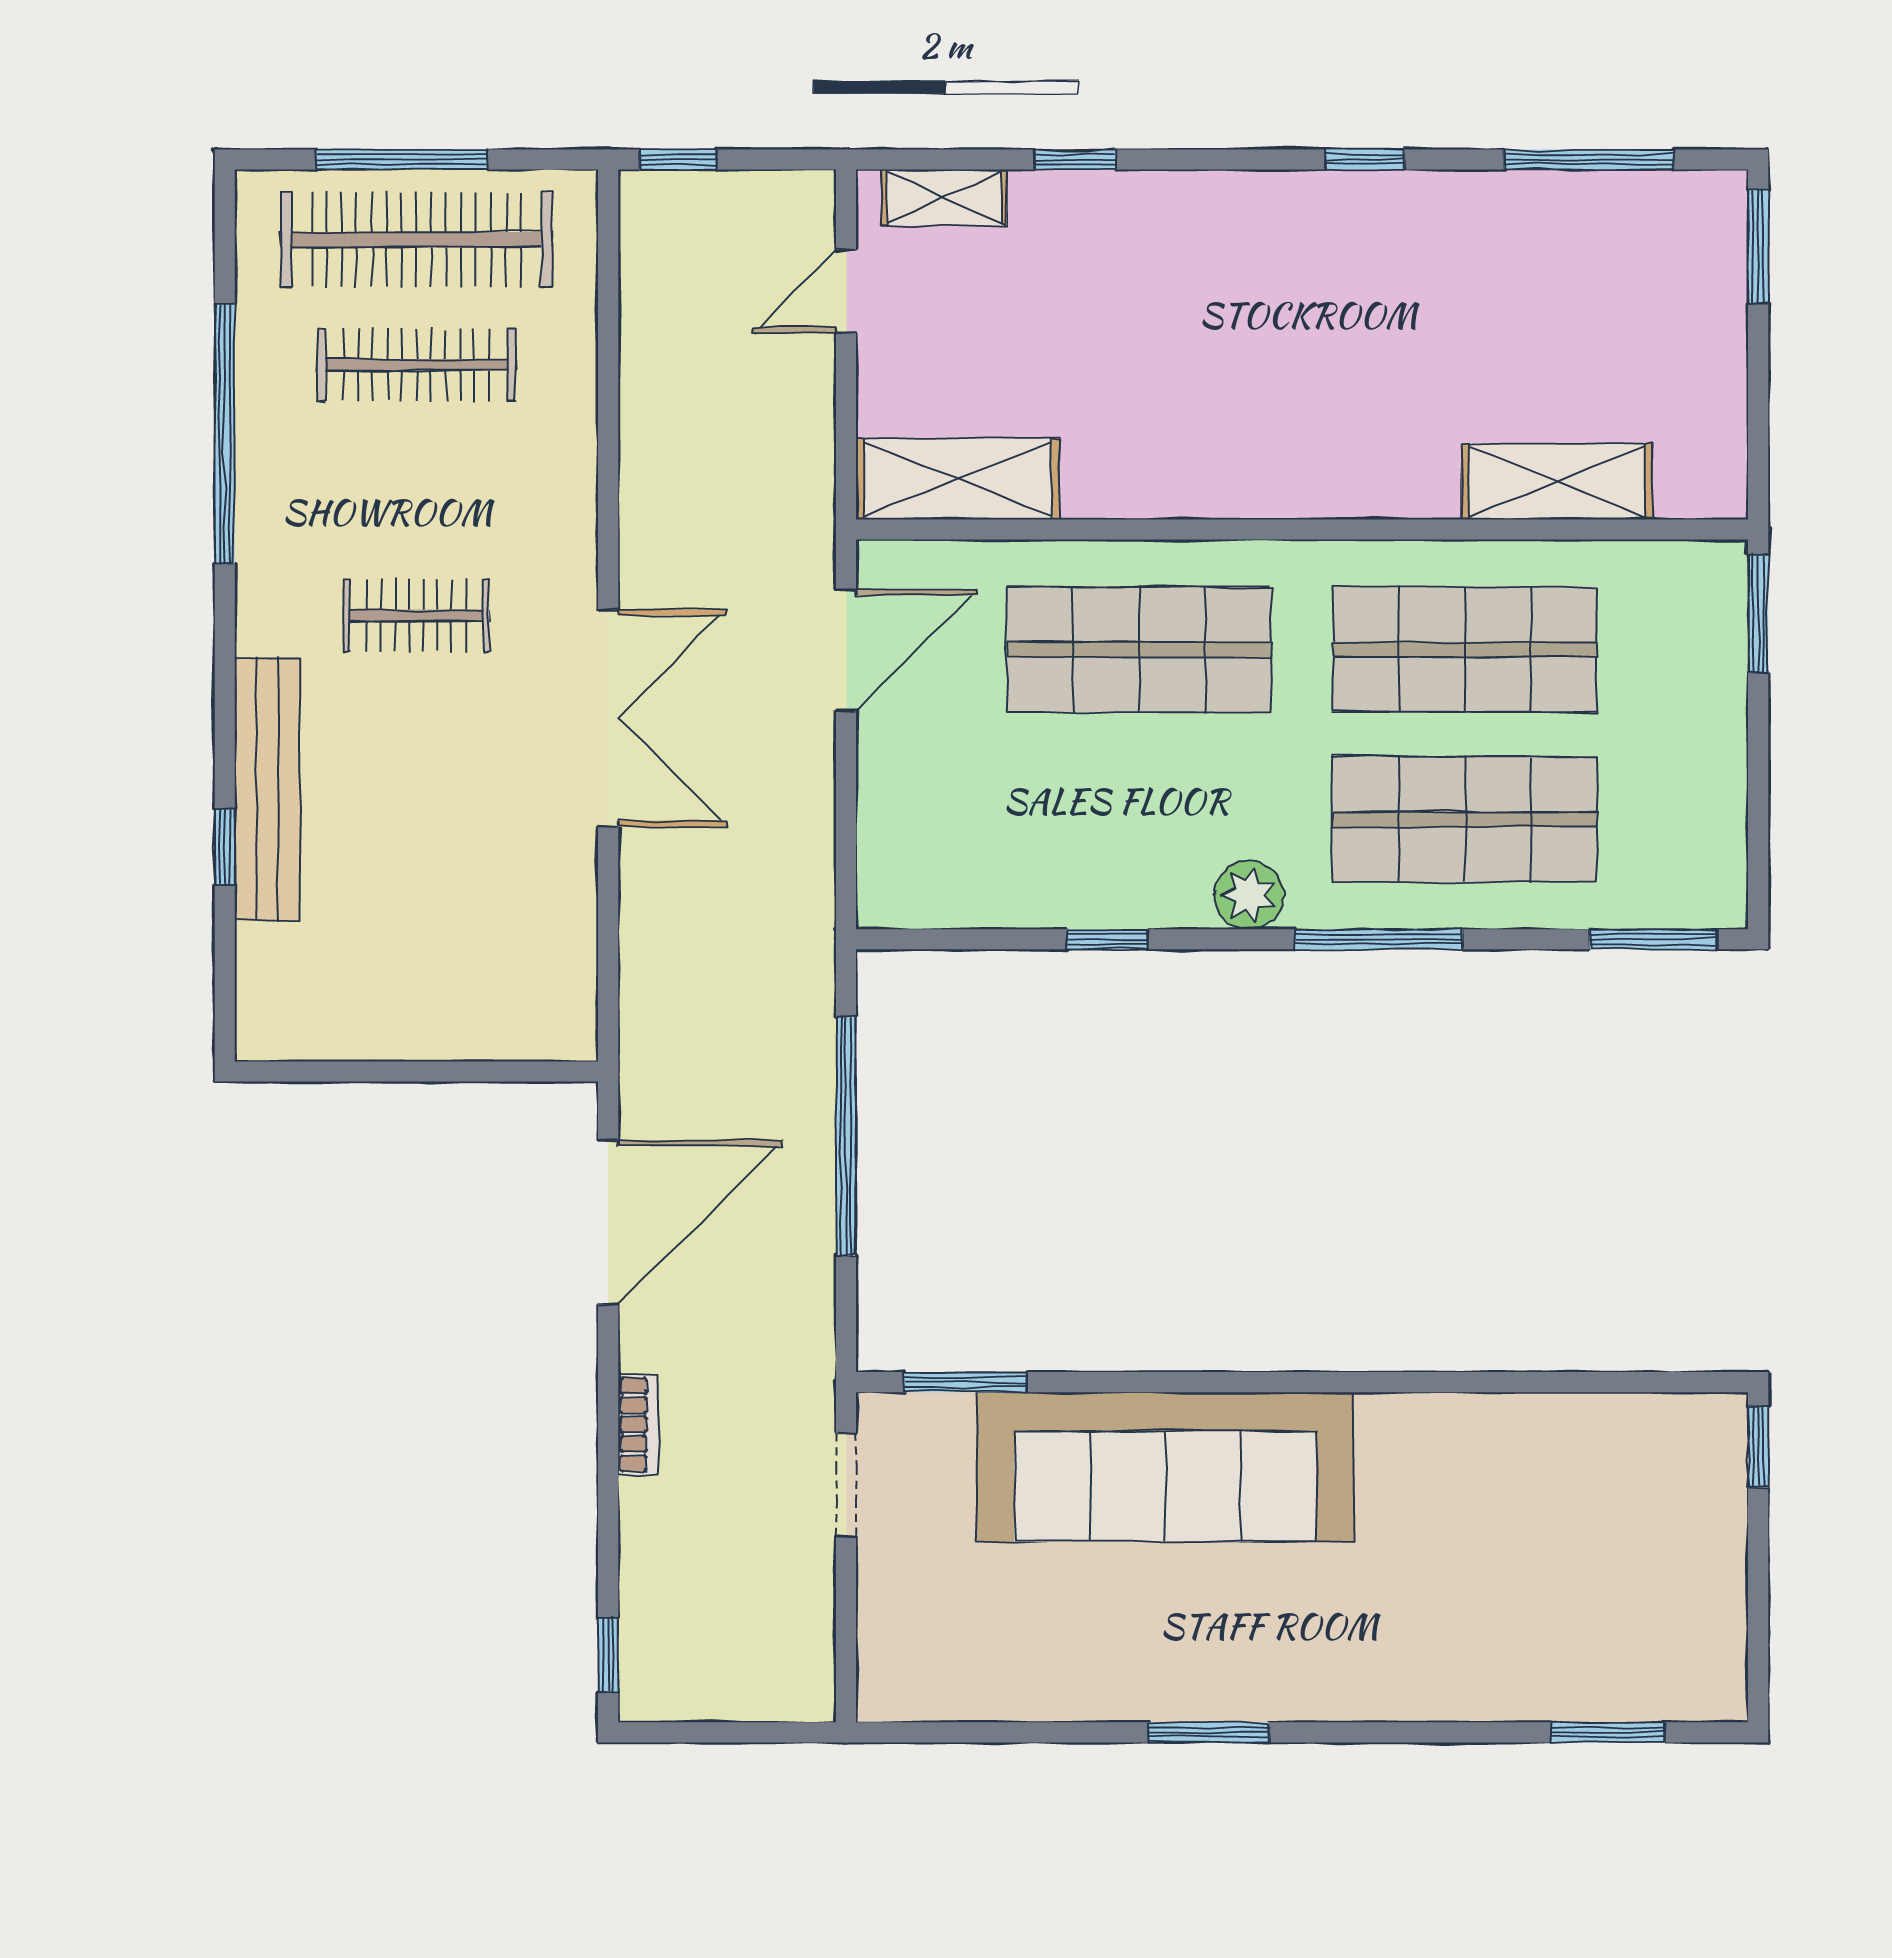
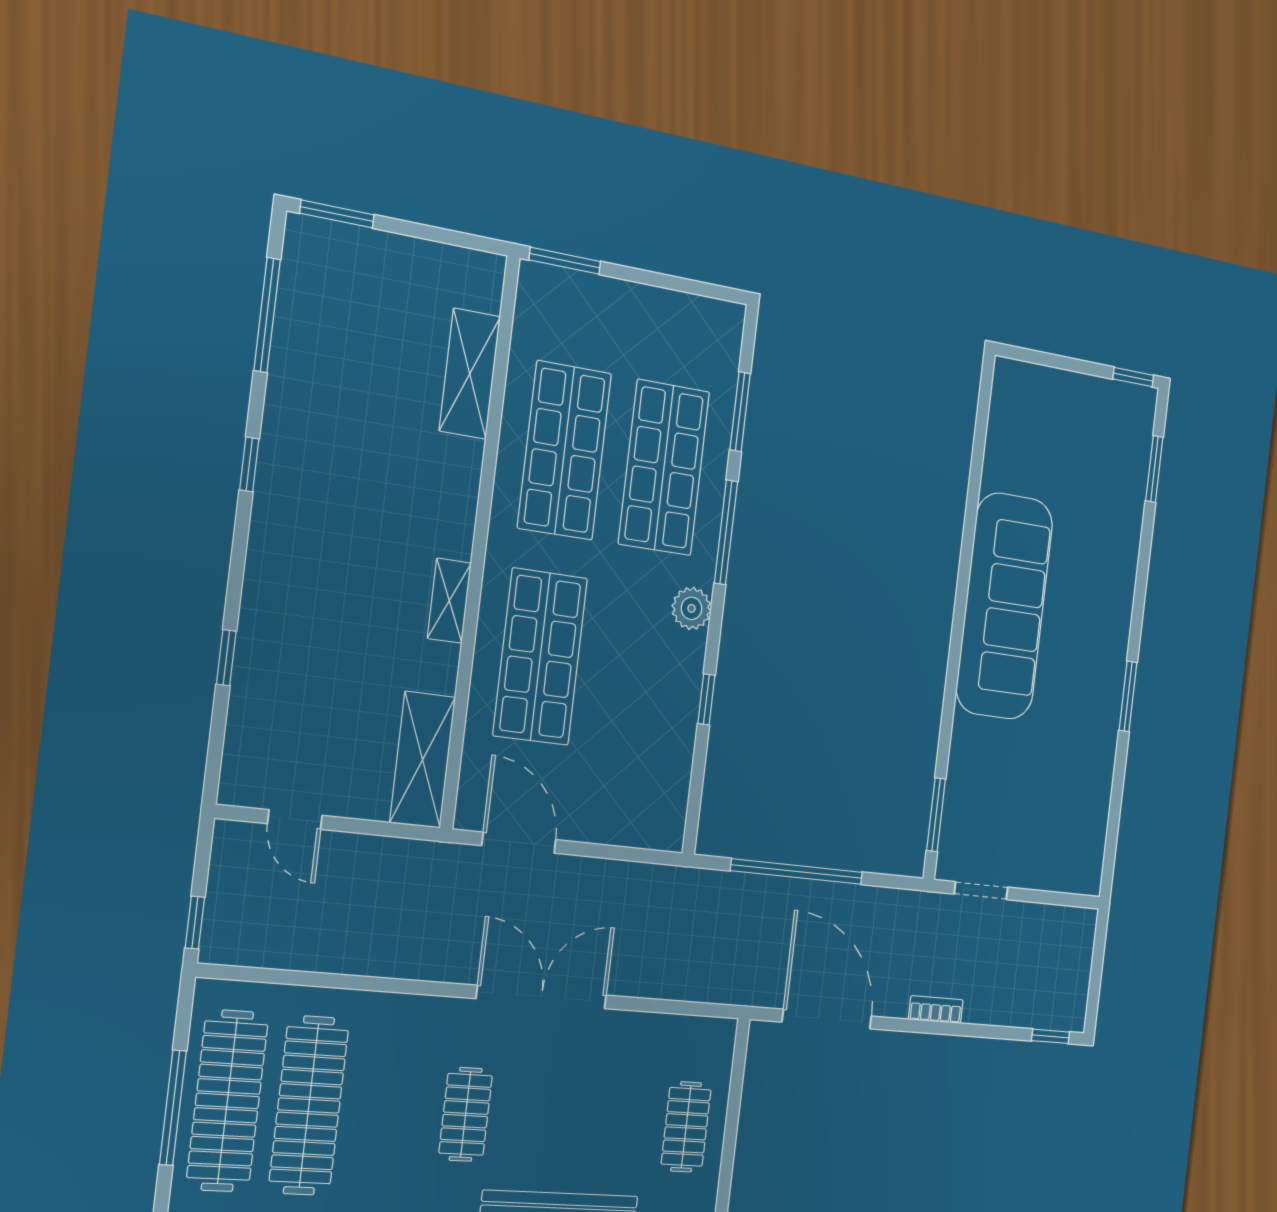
shelving: (944, 197) -> (449, 601), moved
clothes rail: (416, 365) -> (309, 1105), width x1.37, depth x1.31
window: (1653, 939) -> (740, 412), moved
clothes rail: (416, 991) -> (686, 1127), added
window: (1758, 1447) -> (1133, 377), moved
sofa: (1165, 1467) -> (1004, 606), moved

